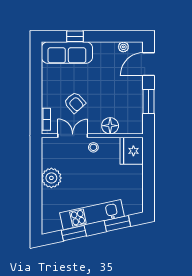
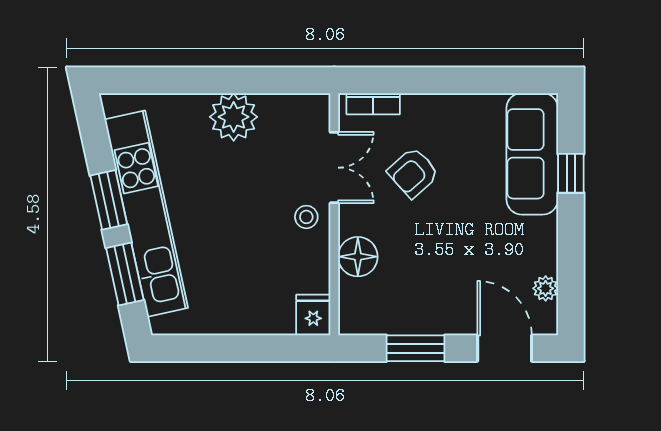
fridge: (132, 151) -> (313, 315), width x0.53, depth x0.75
kitchen unit: (92, 215) -> (146, 214), width x1.36
window: (74, 233) -> (109, 200), moved

